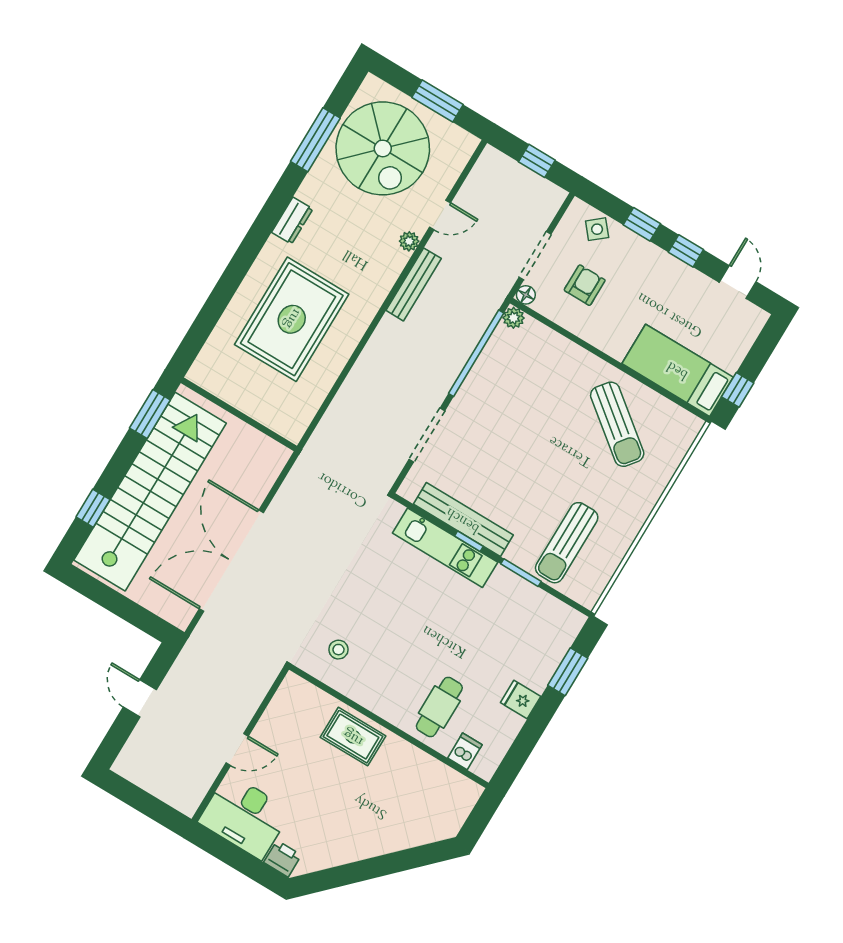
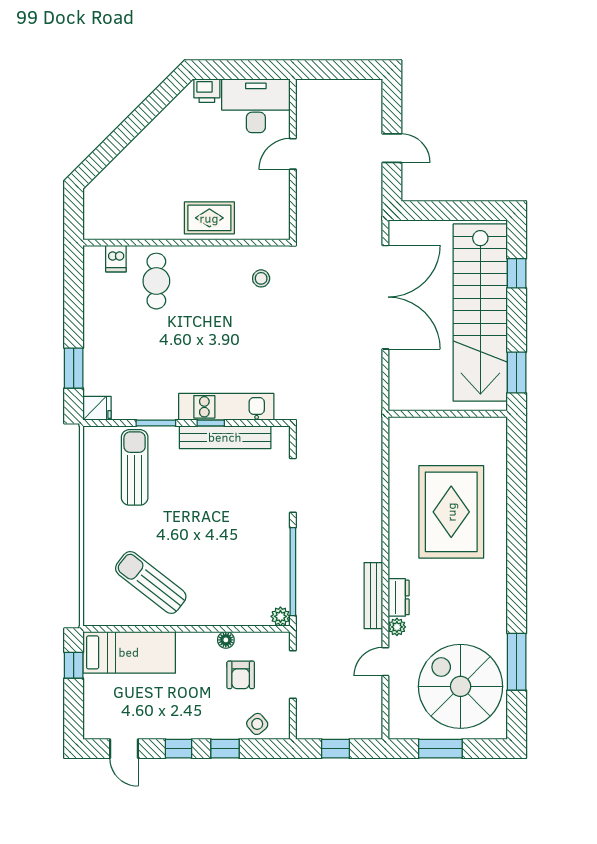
dresser: (292, 221) -> (399, 597), moved, turned 180
floor lamp: (526, 295) -> (226, 640), moved
fridge: (521, 699) -> (97, 408), moved

